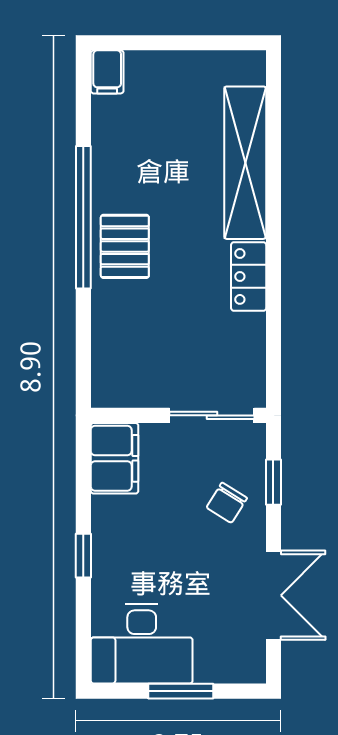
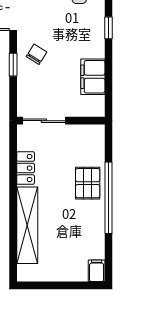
wall: (178, 415) -> (61, 121), moved
sliding door: (212, 415) -> (44, 121), moved

